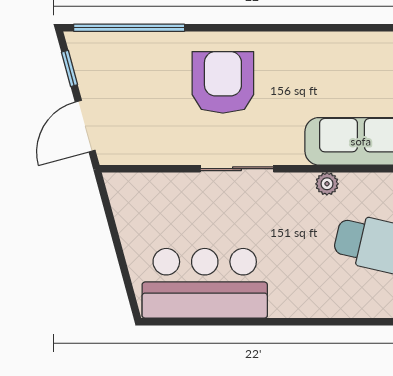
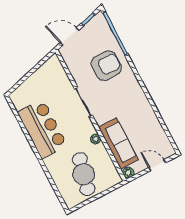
armchair: (223, 82) -> (106, 66), moved
bar counter: (205, 283) -> (42, 129), moved

